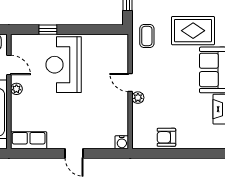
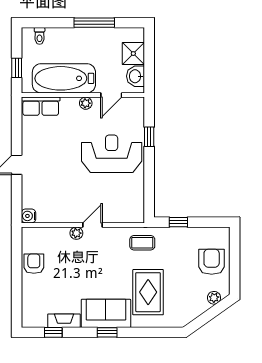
row of seats: (29, 140) -> (41, 106), moved, turned 90

